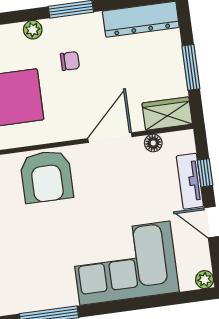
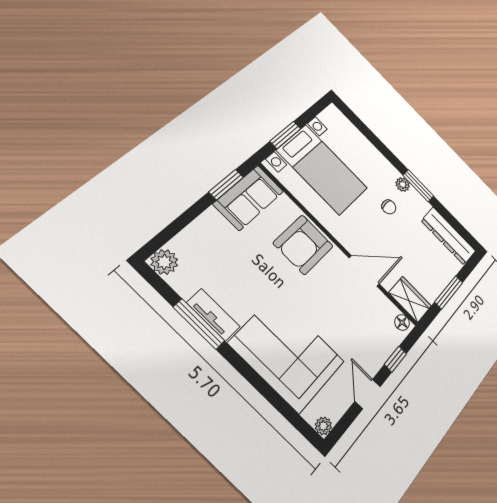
plant: (33, 30) -> (403, 185), moved
floor lamp: (153, 143) -> (402, 322), moved
tv unit: (190, 181) -> (213, 315), moved, turned 90

